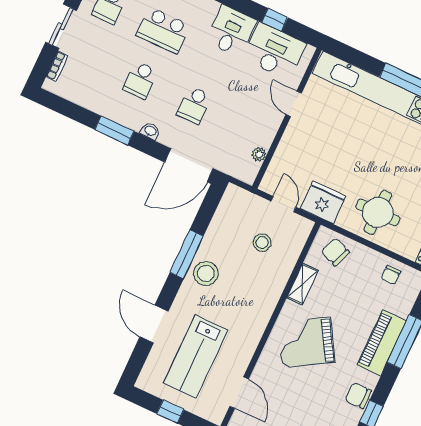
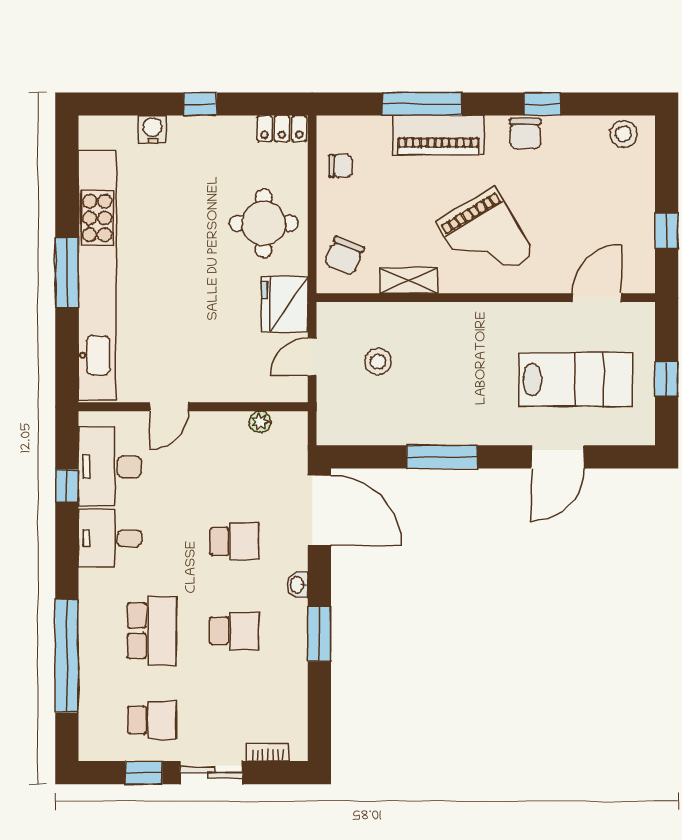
stool: (206, 273) -> (456, 419), removed

